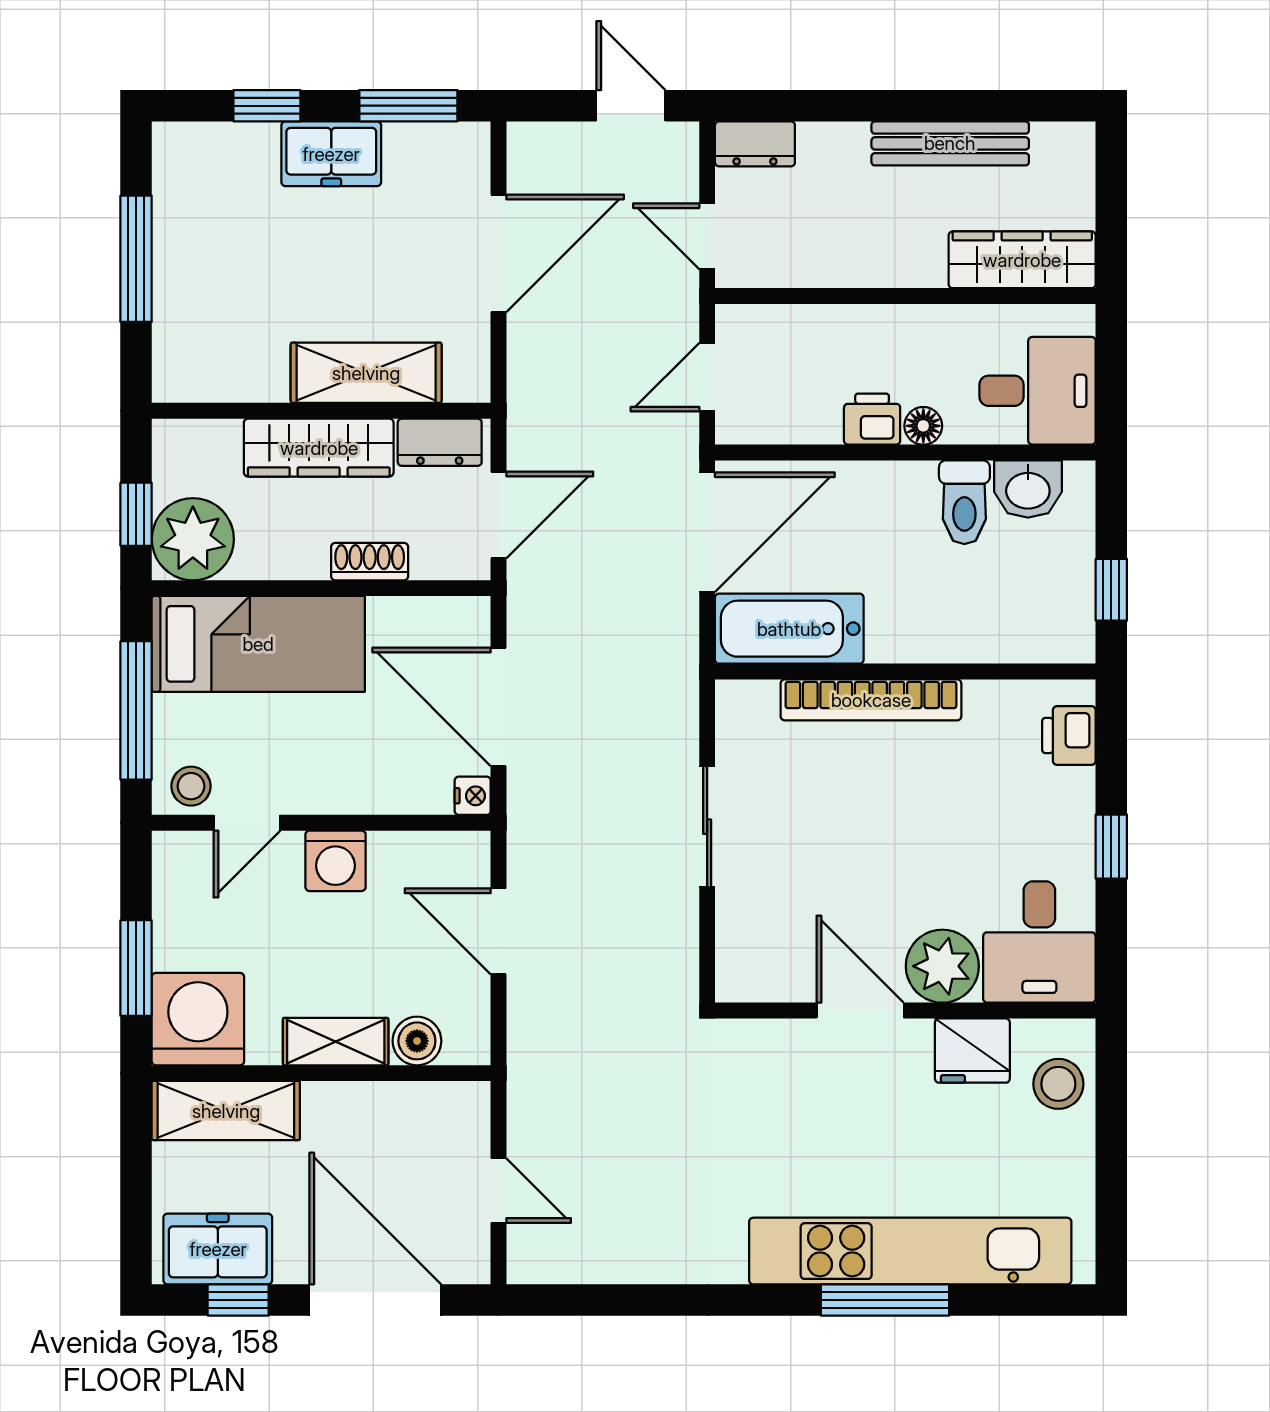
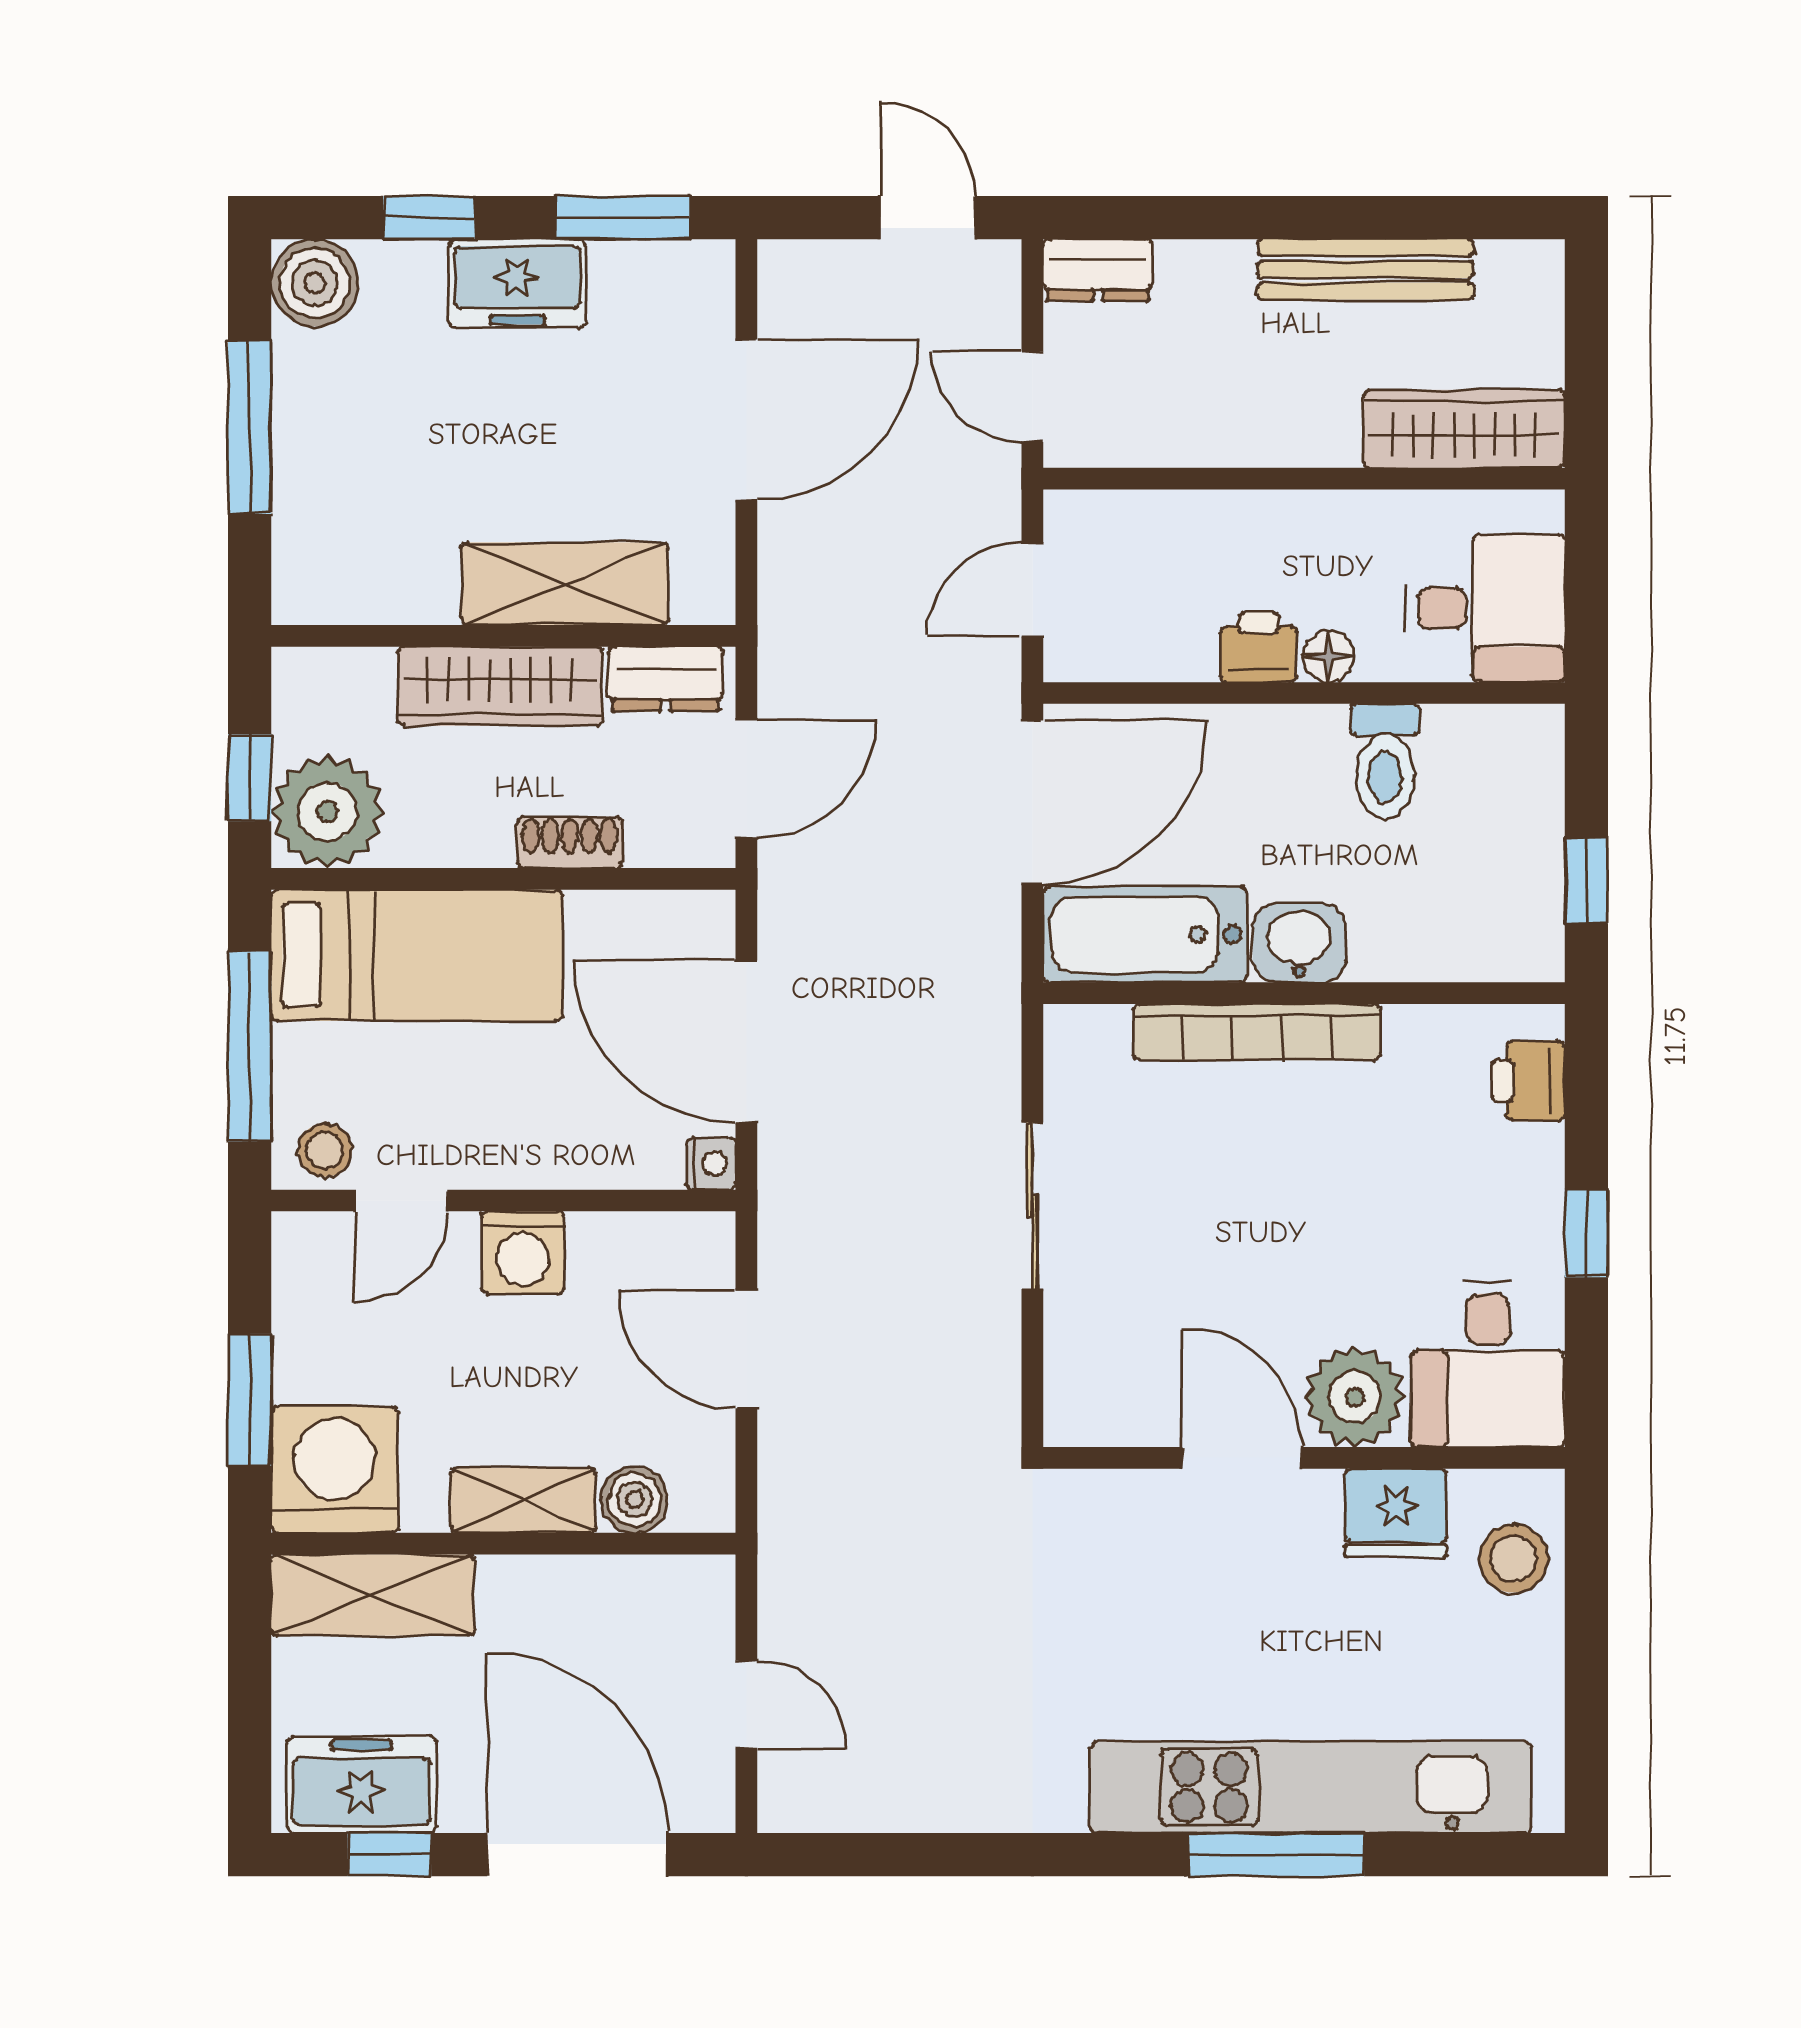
boiler: (184, 153) -> (315, 283), added
washbasin: (1028, 489) -> (1299, 943), moved, turned 180

